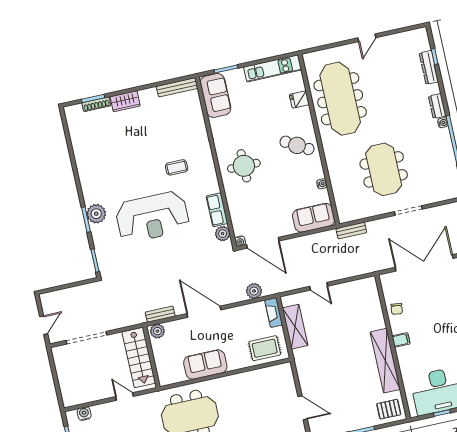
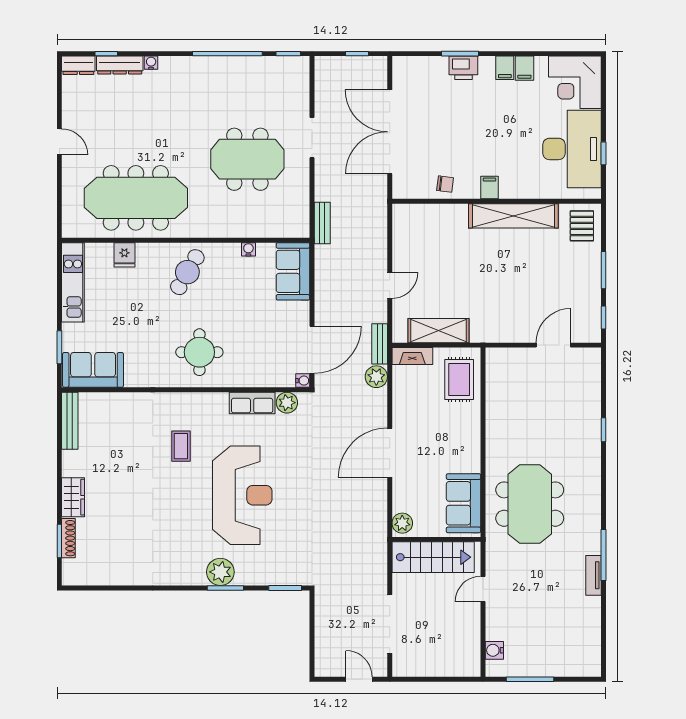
dresser: (437, 106) -> (78, 65), moved
water cooler: (443, 123) -> (151, 63), moved
bench: (160, 314) -> (380, 344), moved
sofa: (205, 365) -> (463, 503), moved

